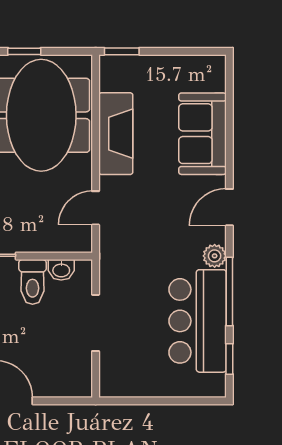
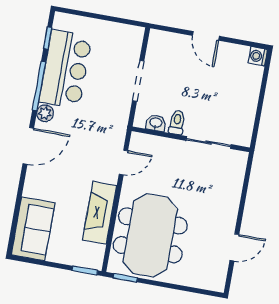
window: (24, 51) -> (125, 278), moved
sofa: (203, 134) -> (33, 229), moved
door: (229, 207) -> (28, 146), width x1.38
toilet: (33, 282) -> (177, 122), width x0.73, depth x0.72

